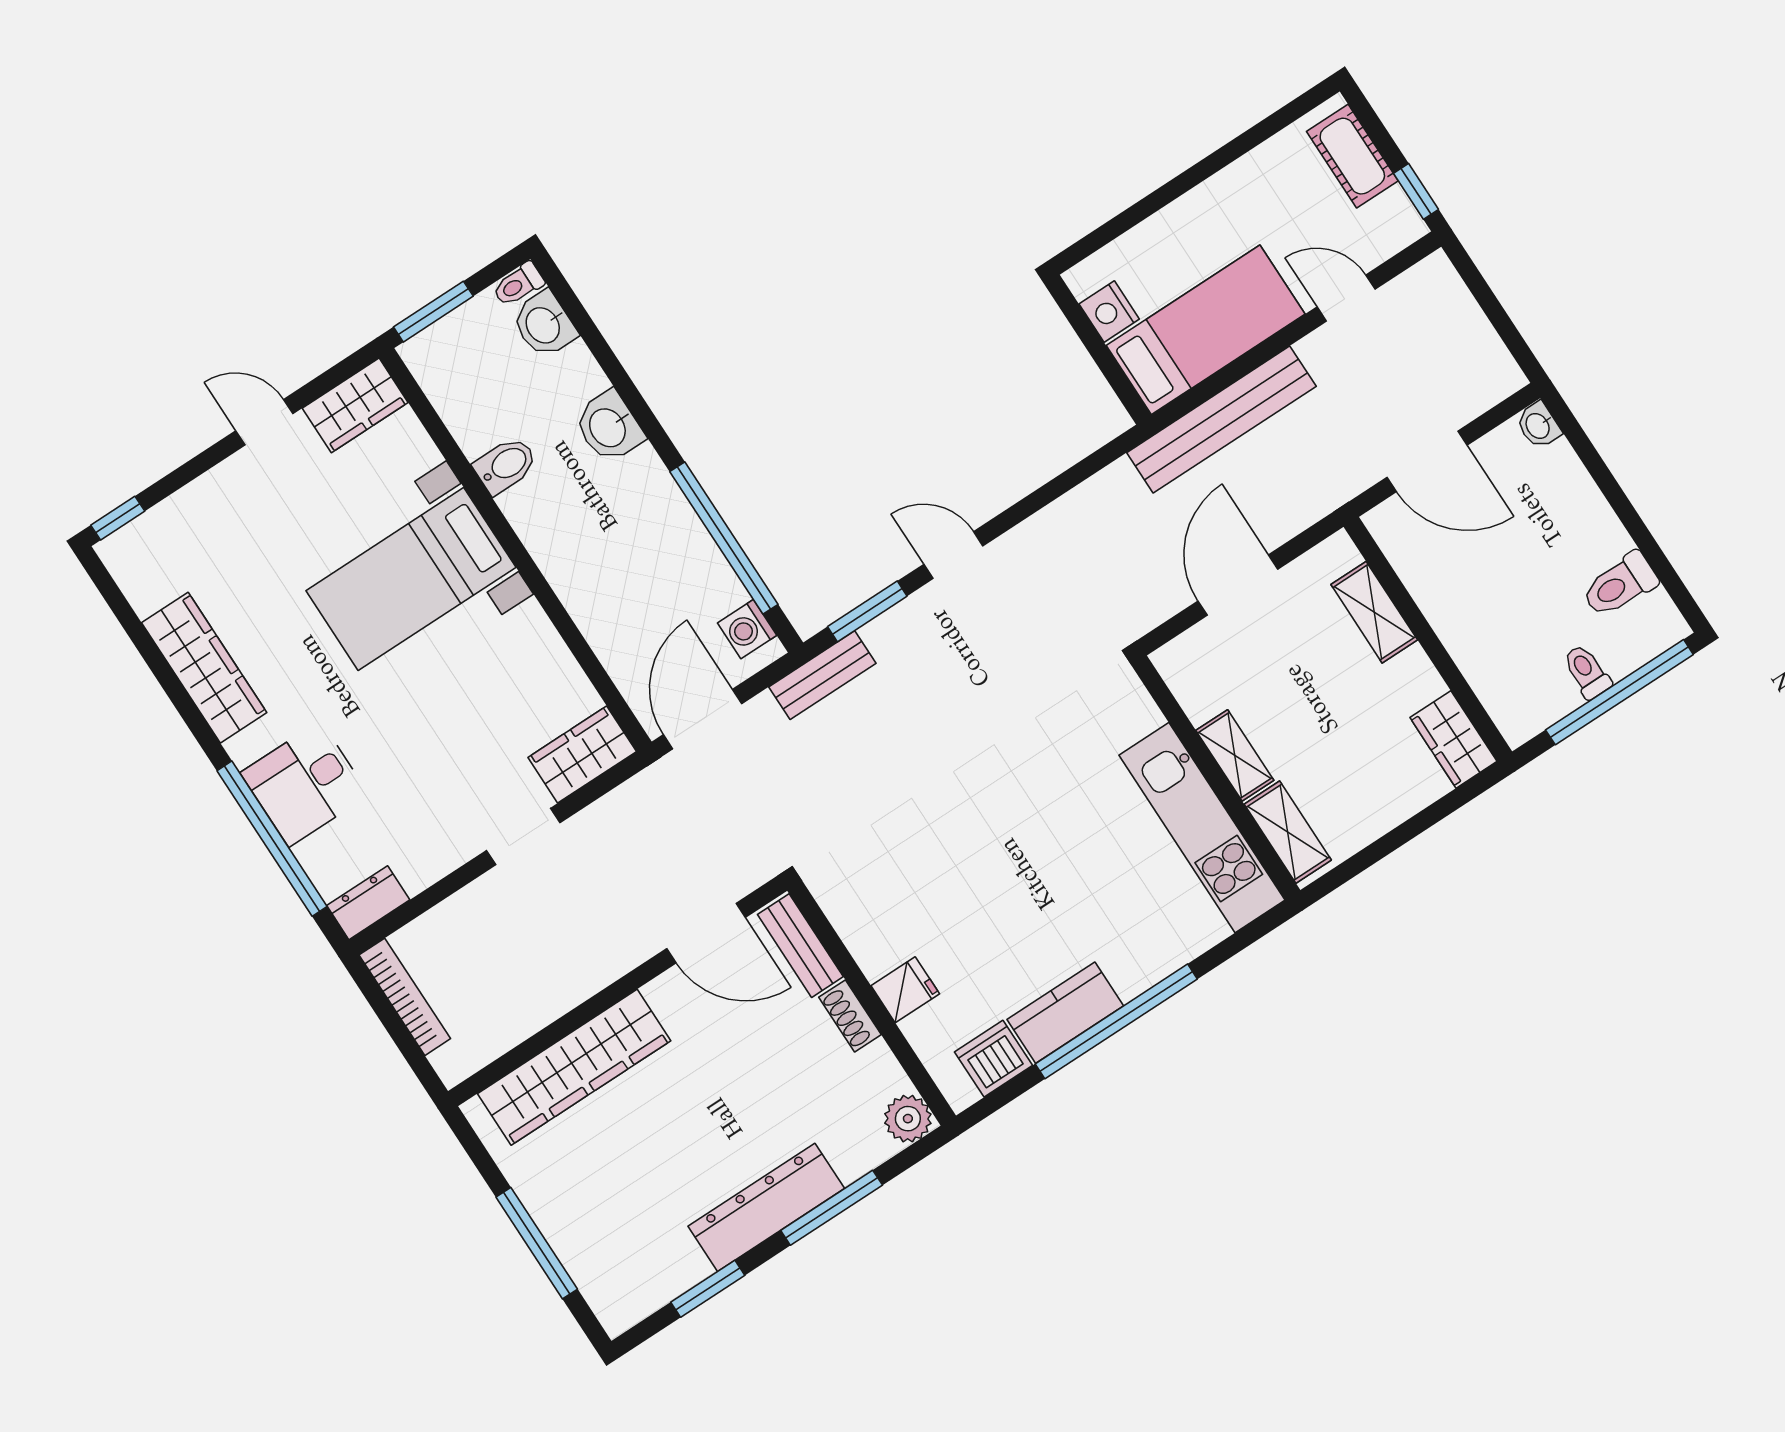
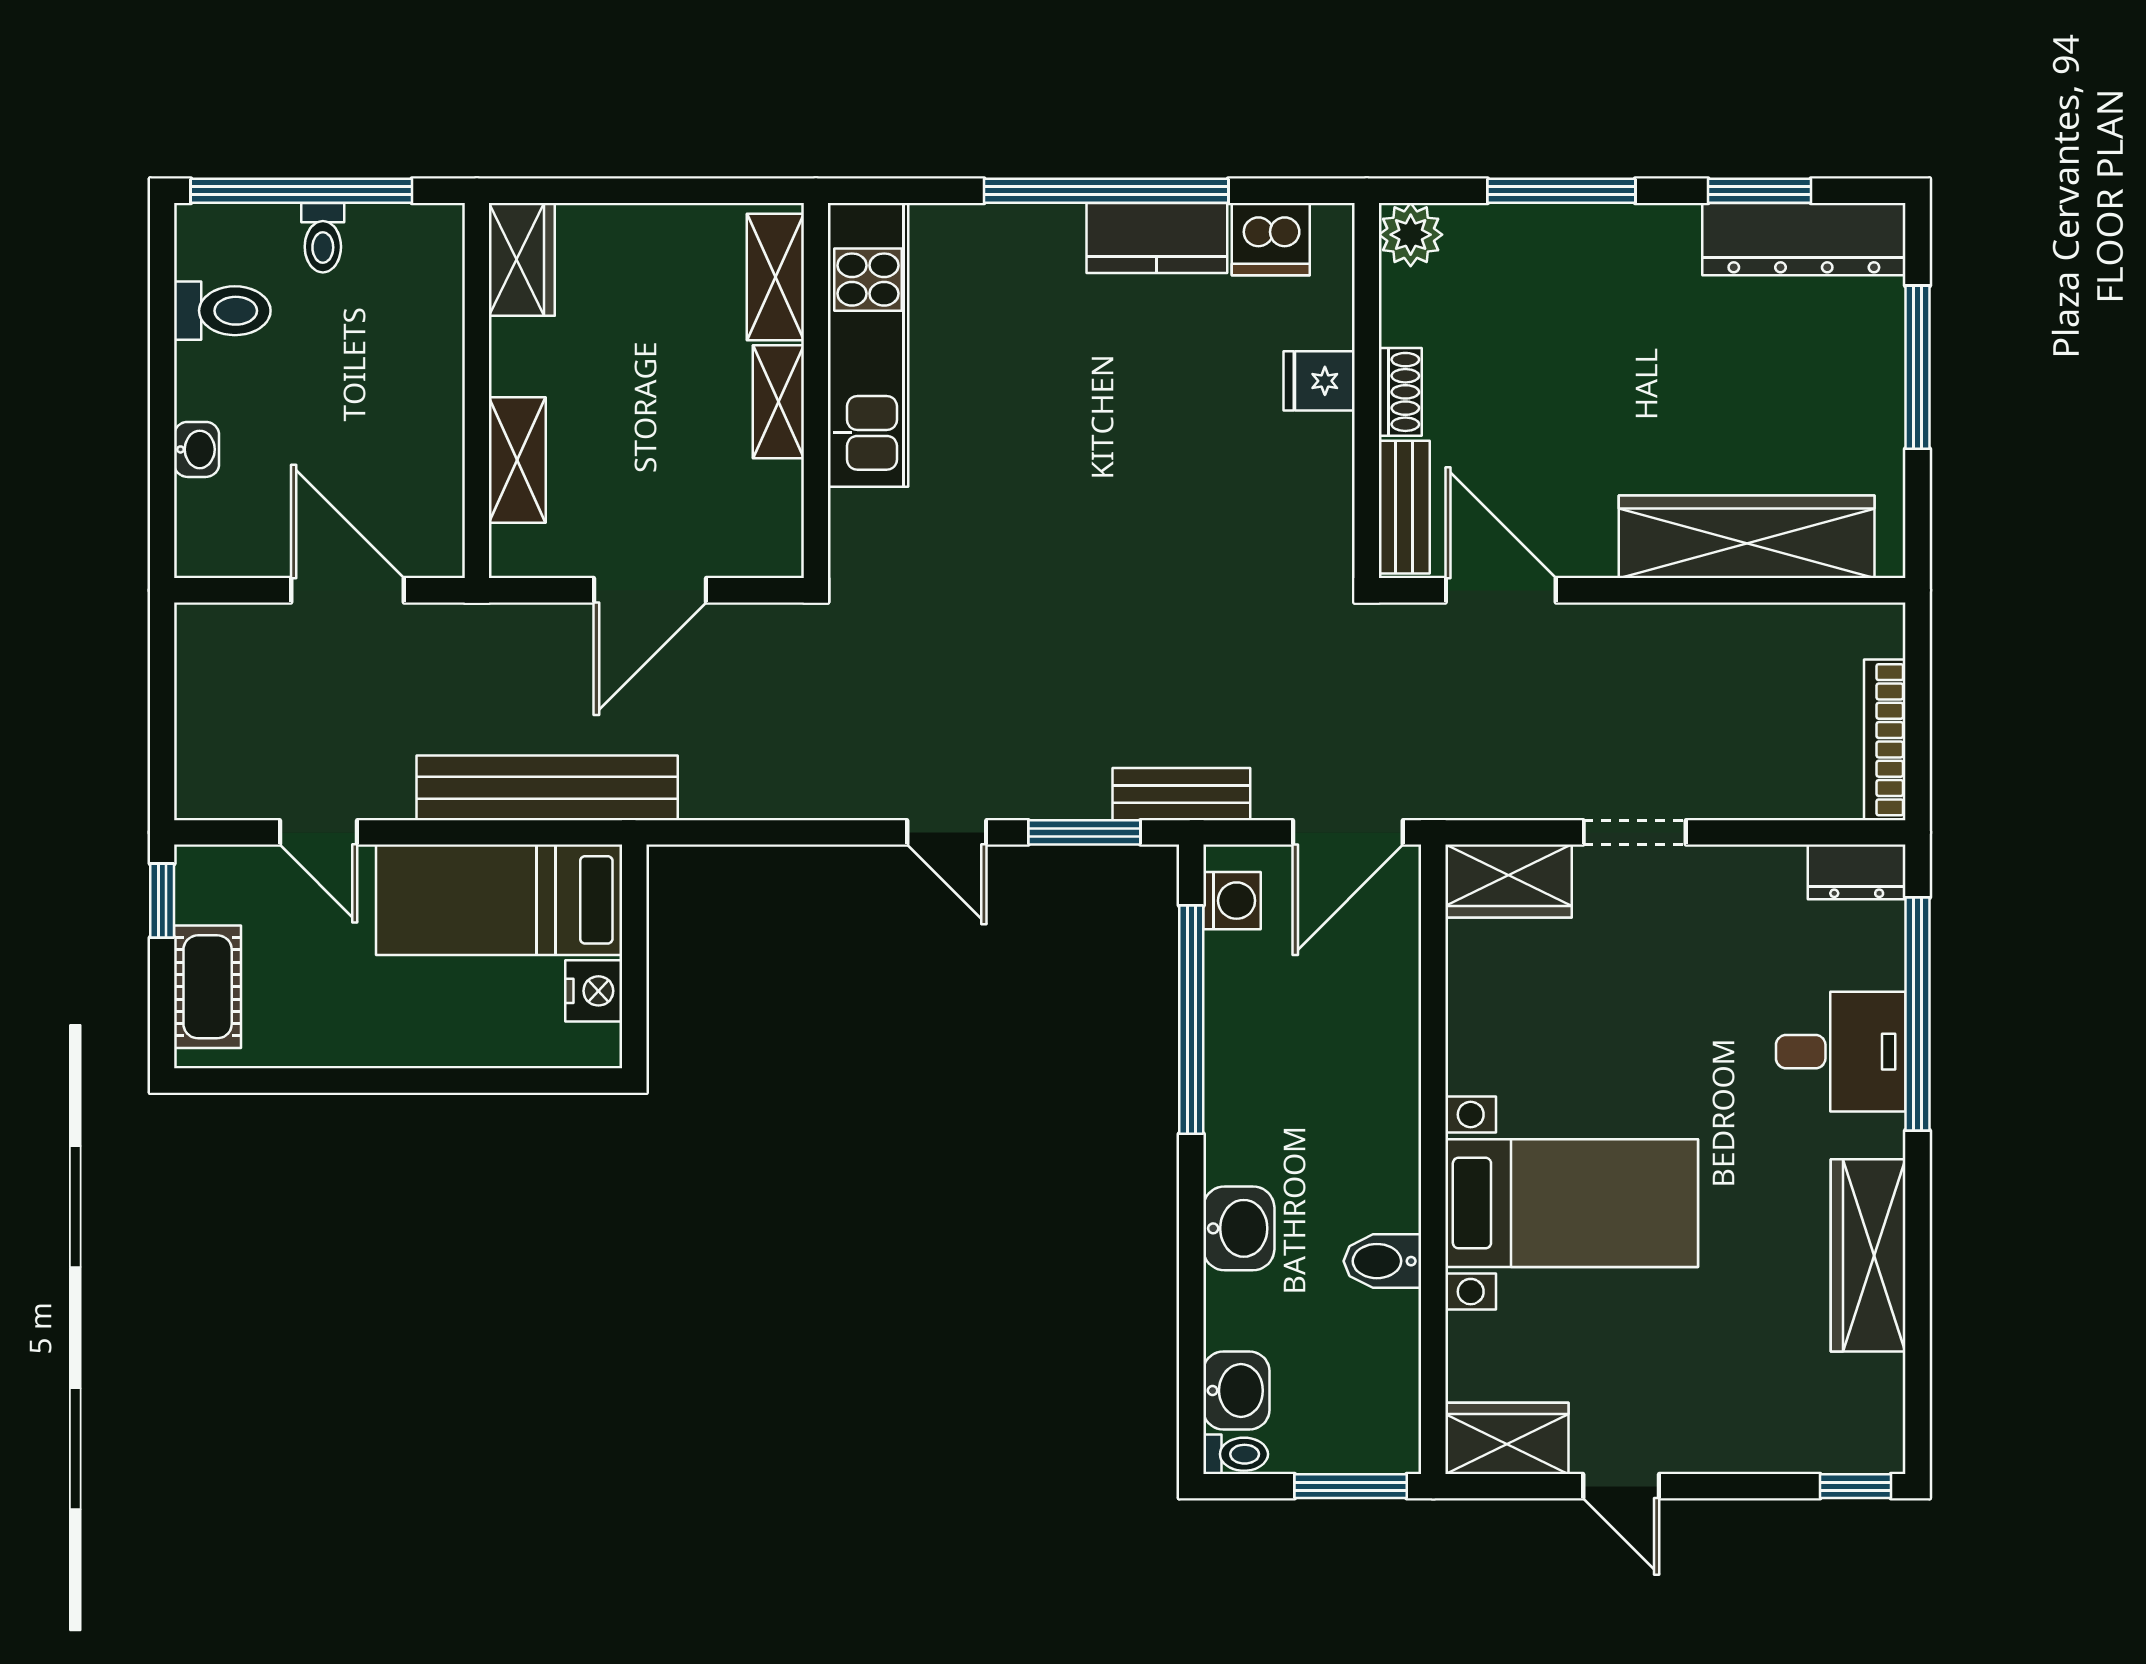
washbasin: (1538, 425) -> (197, 449), moved
dresser: (766, 1207) -> (1804, 239), moved

